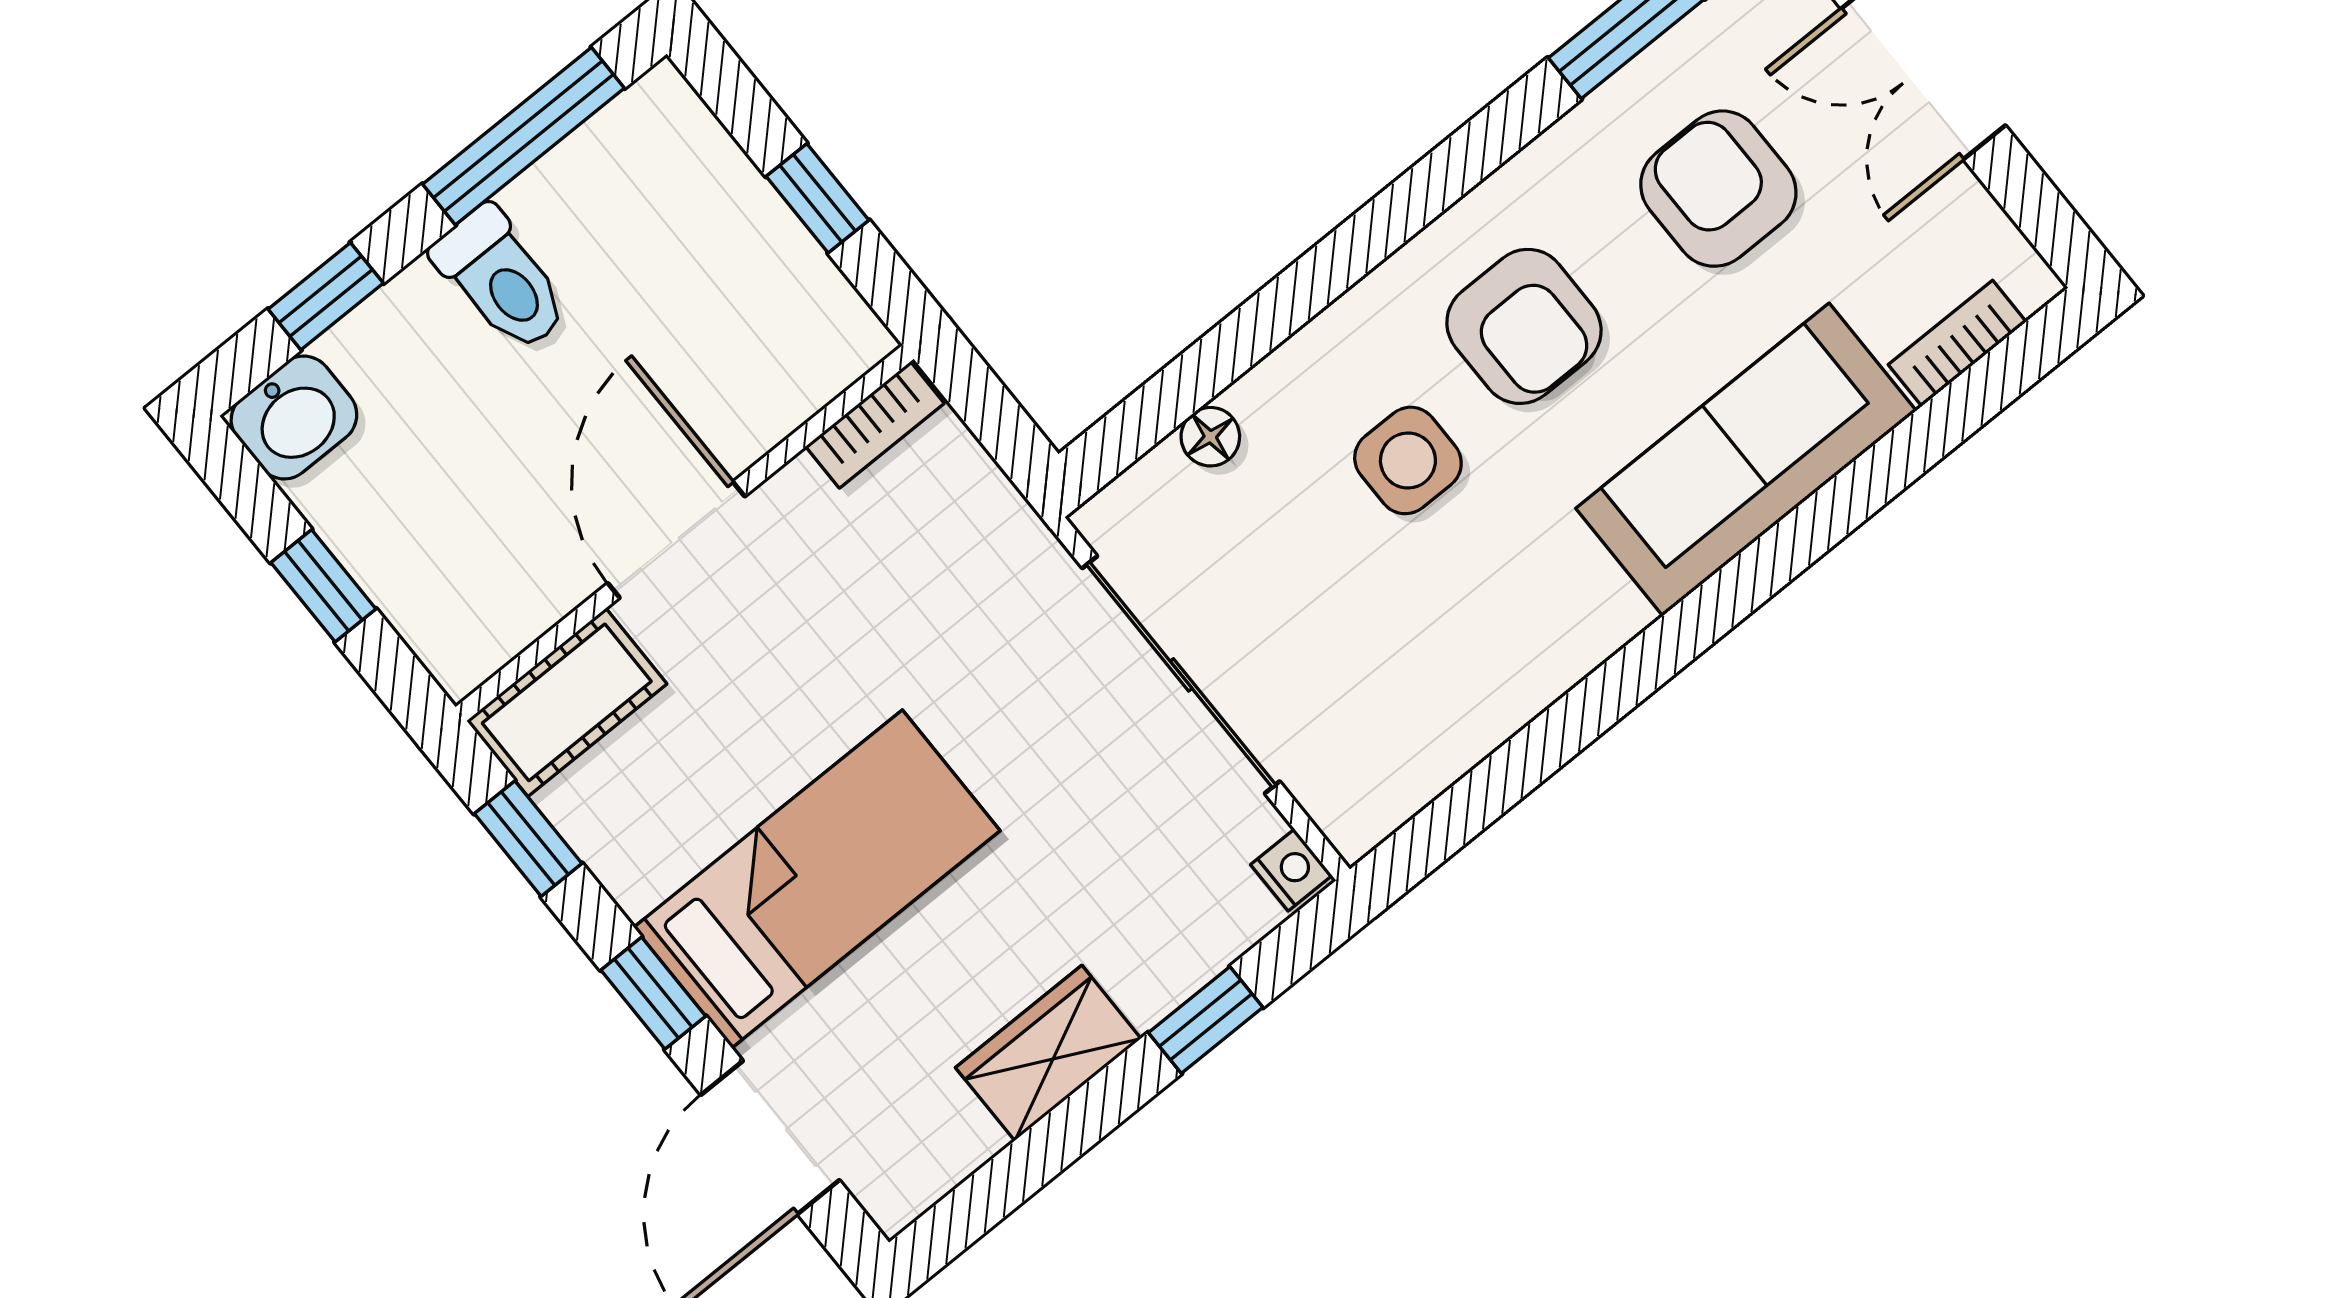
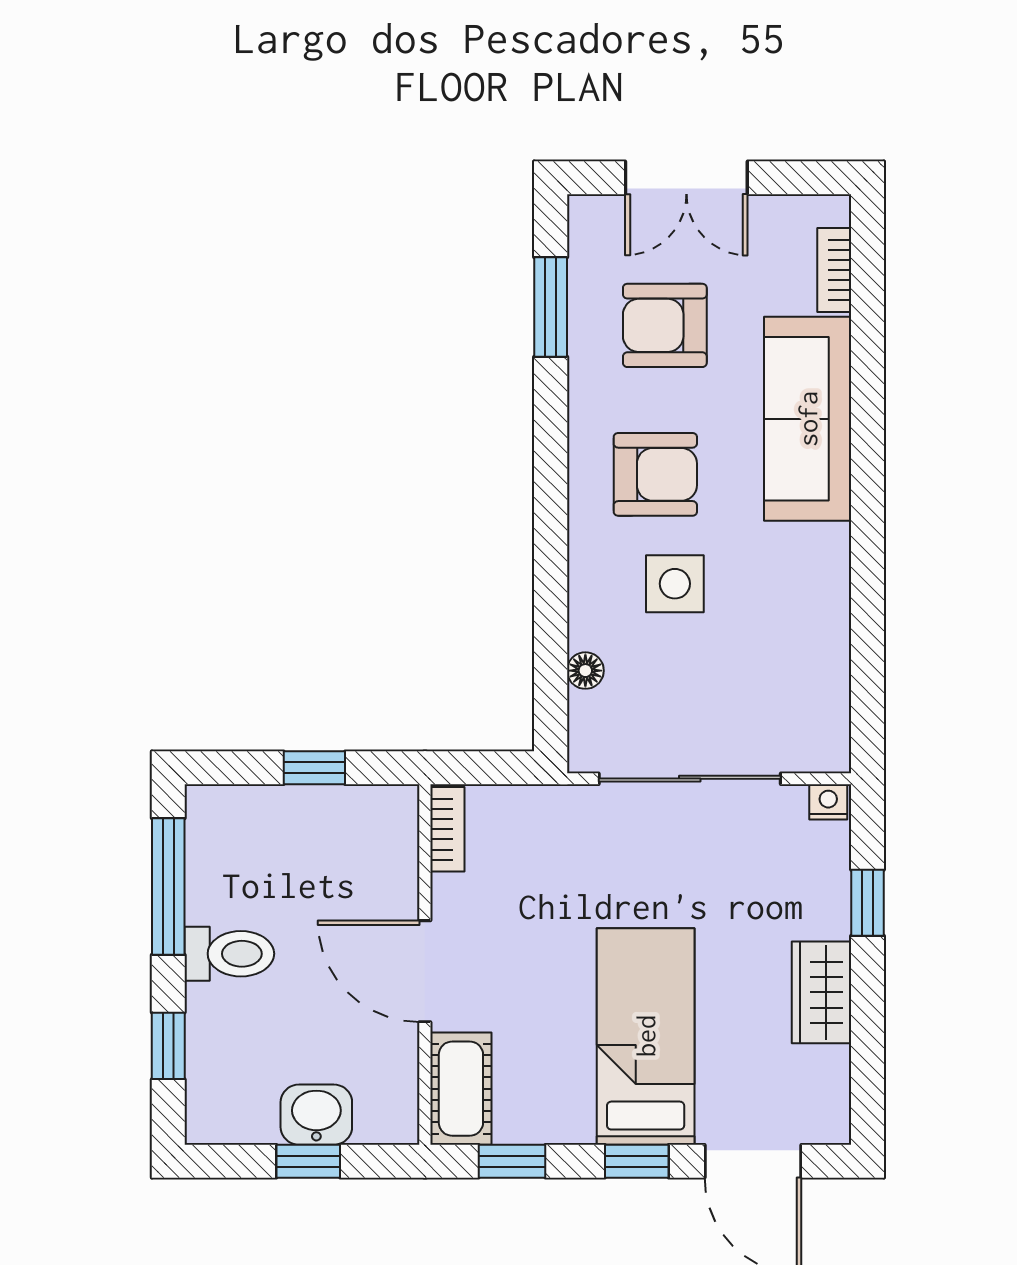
washbasin: (294, 417) -> (316, 1115), moved, turned -90

